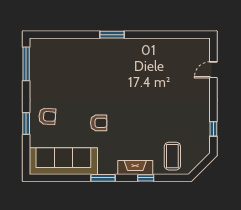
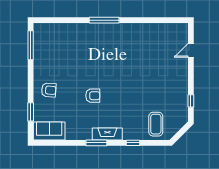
window: (112, 35) -> (104, 20), width x1.44
window: (26, 124) -> (31, 112), moved
sofa: (63, 161) -> (49, 131), width x0.54, depth x0.79
fireplace: (135, 168) -> (107, 134), moved

